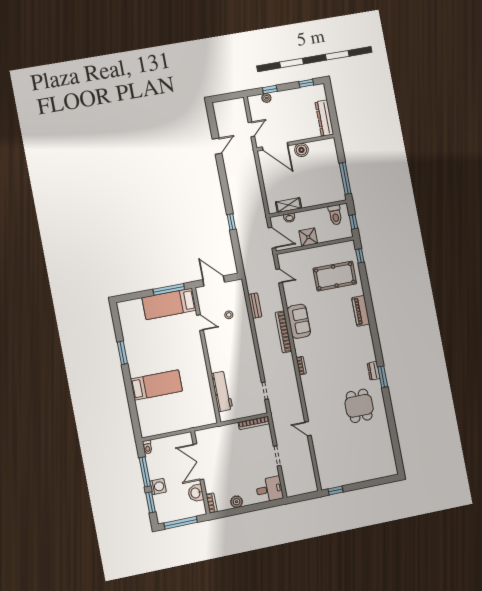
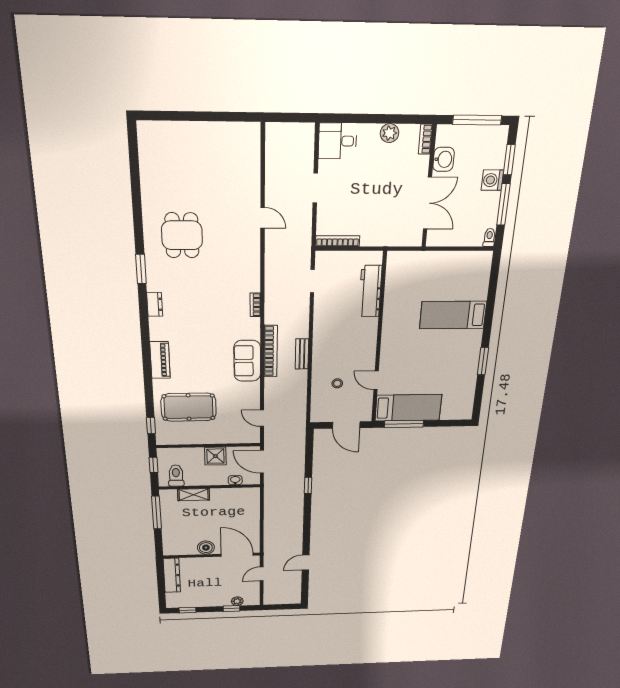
shelving: (289, 205) -> (194, 495), moved
bench: (255, 306) -> (302, 354), moved
dresser: (374, 371) -> (155, 304), moved
window: (336, 491) -> (238, 117), removed

